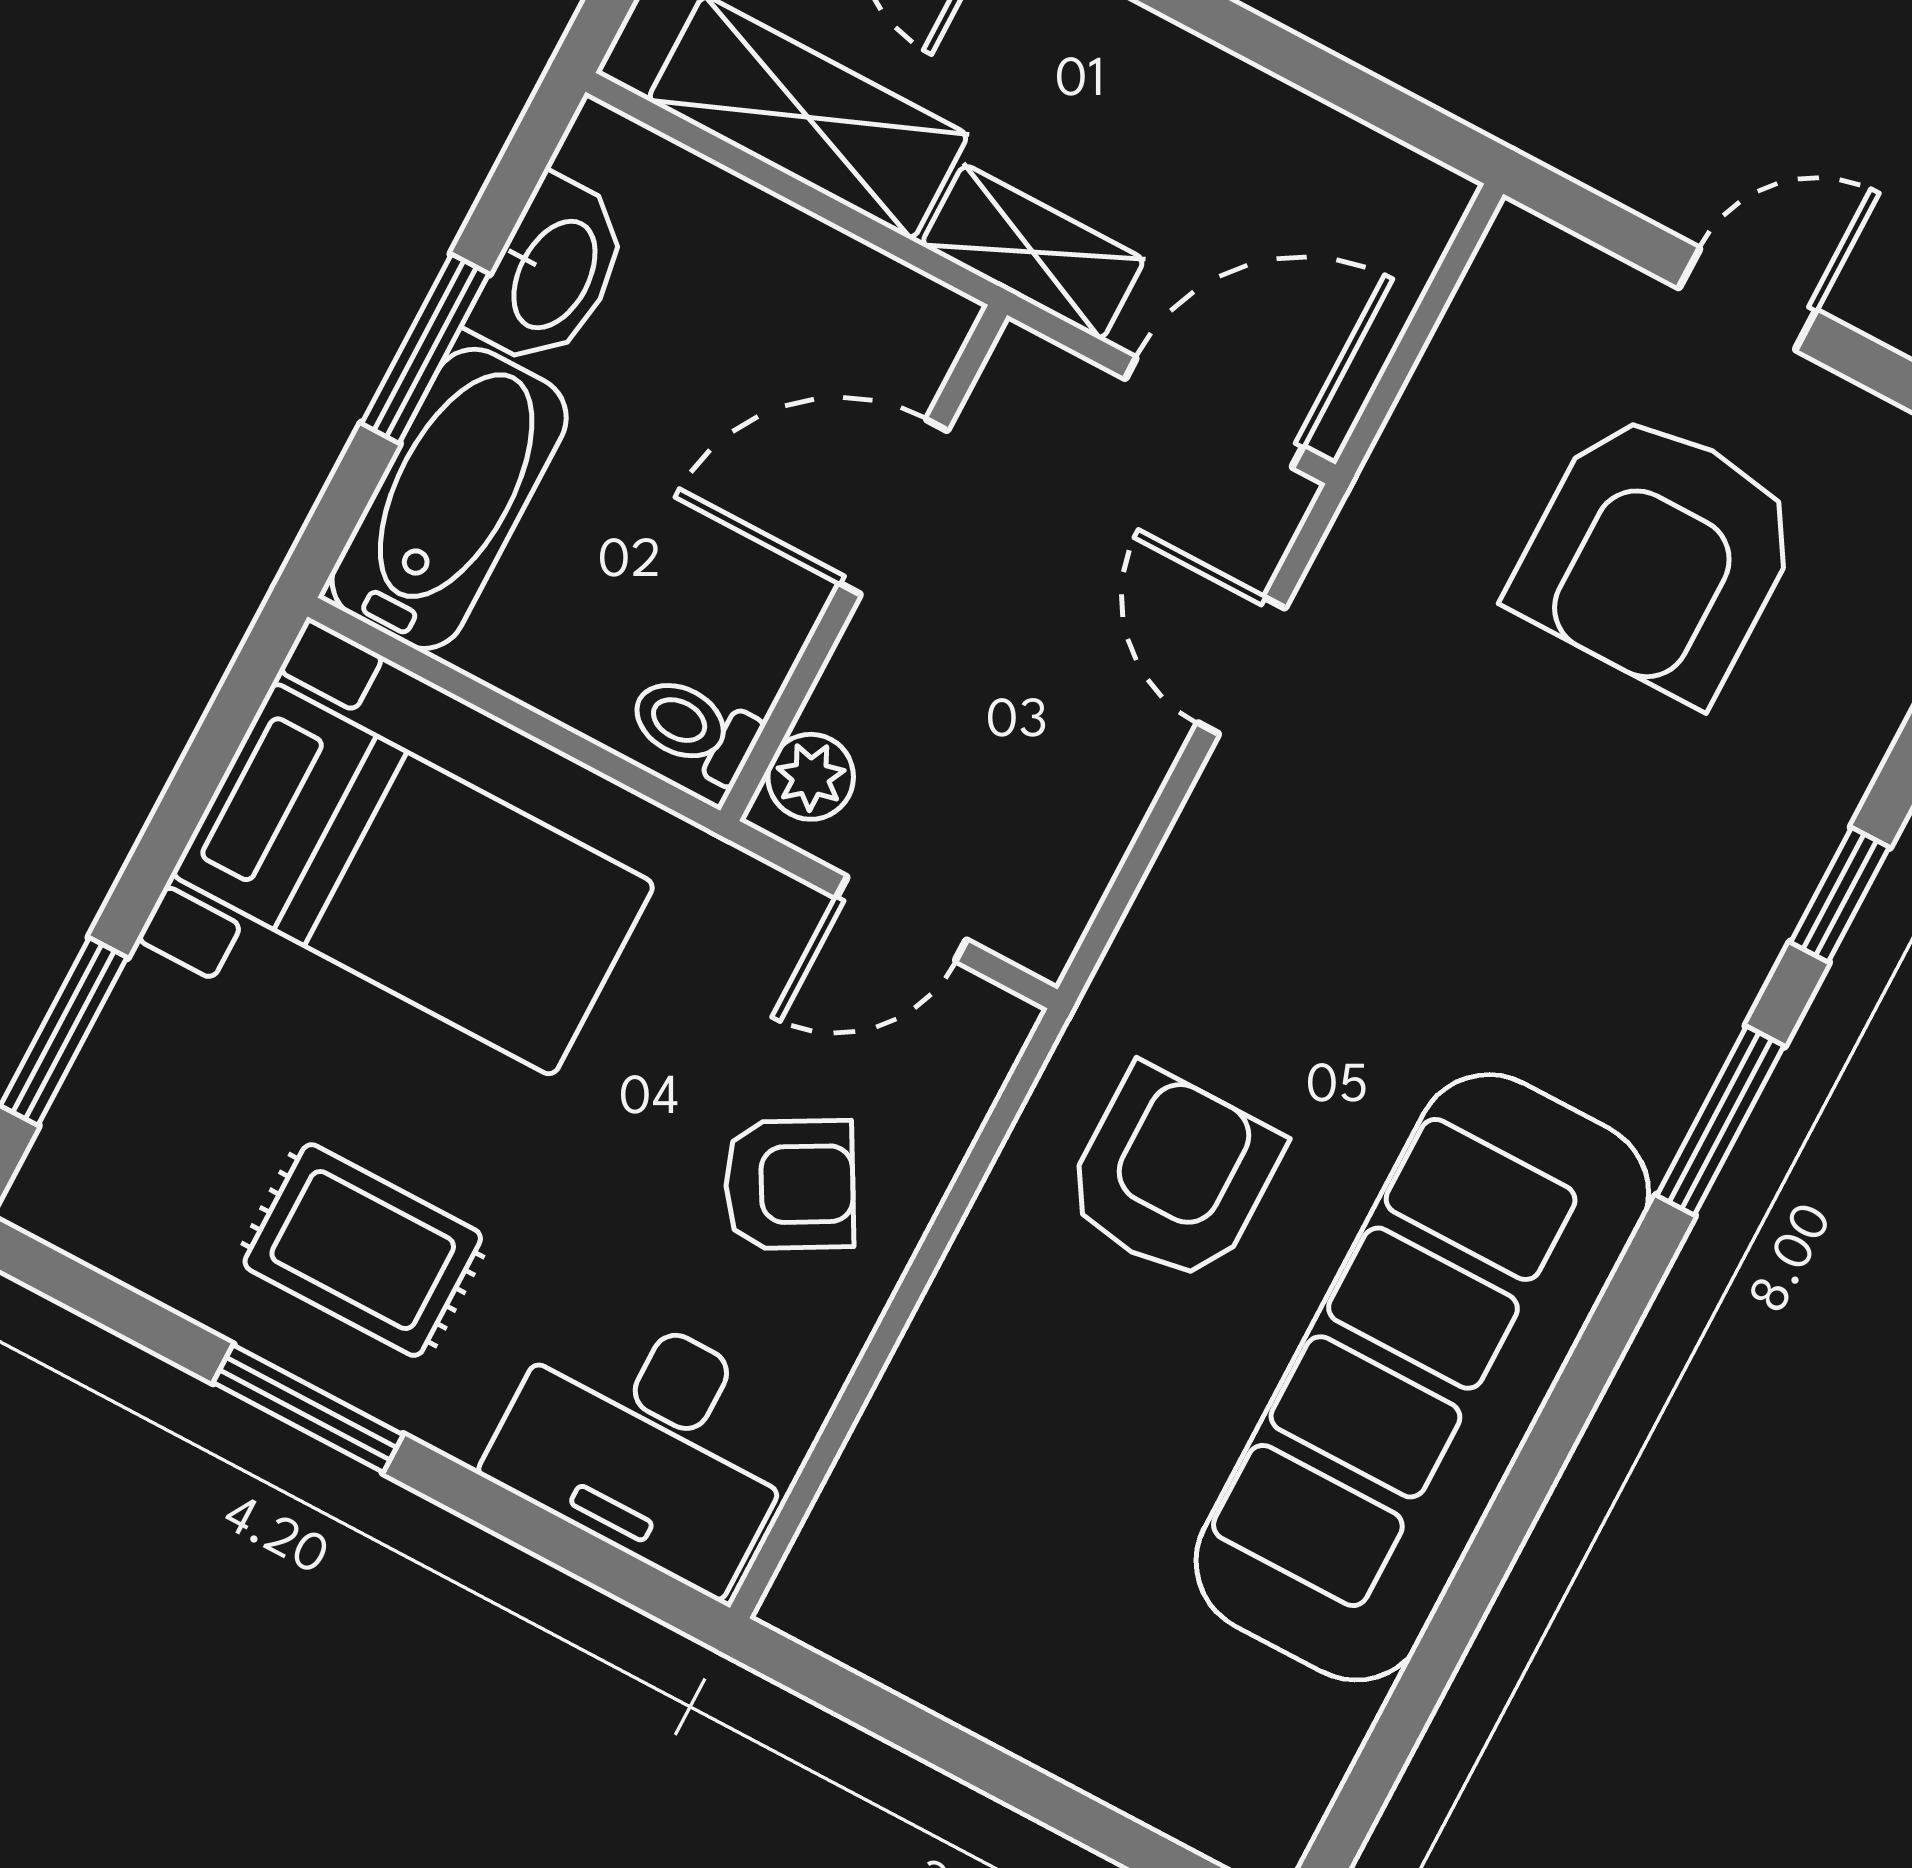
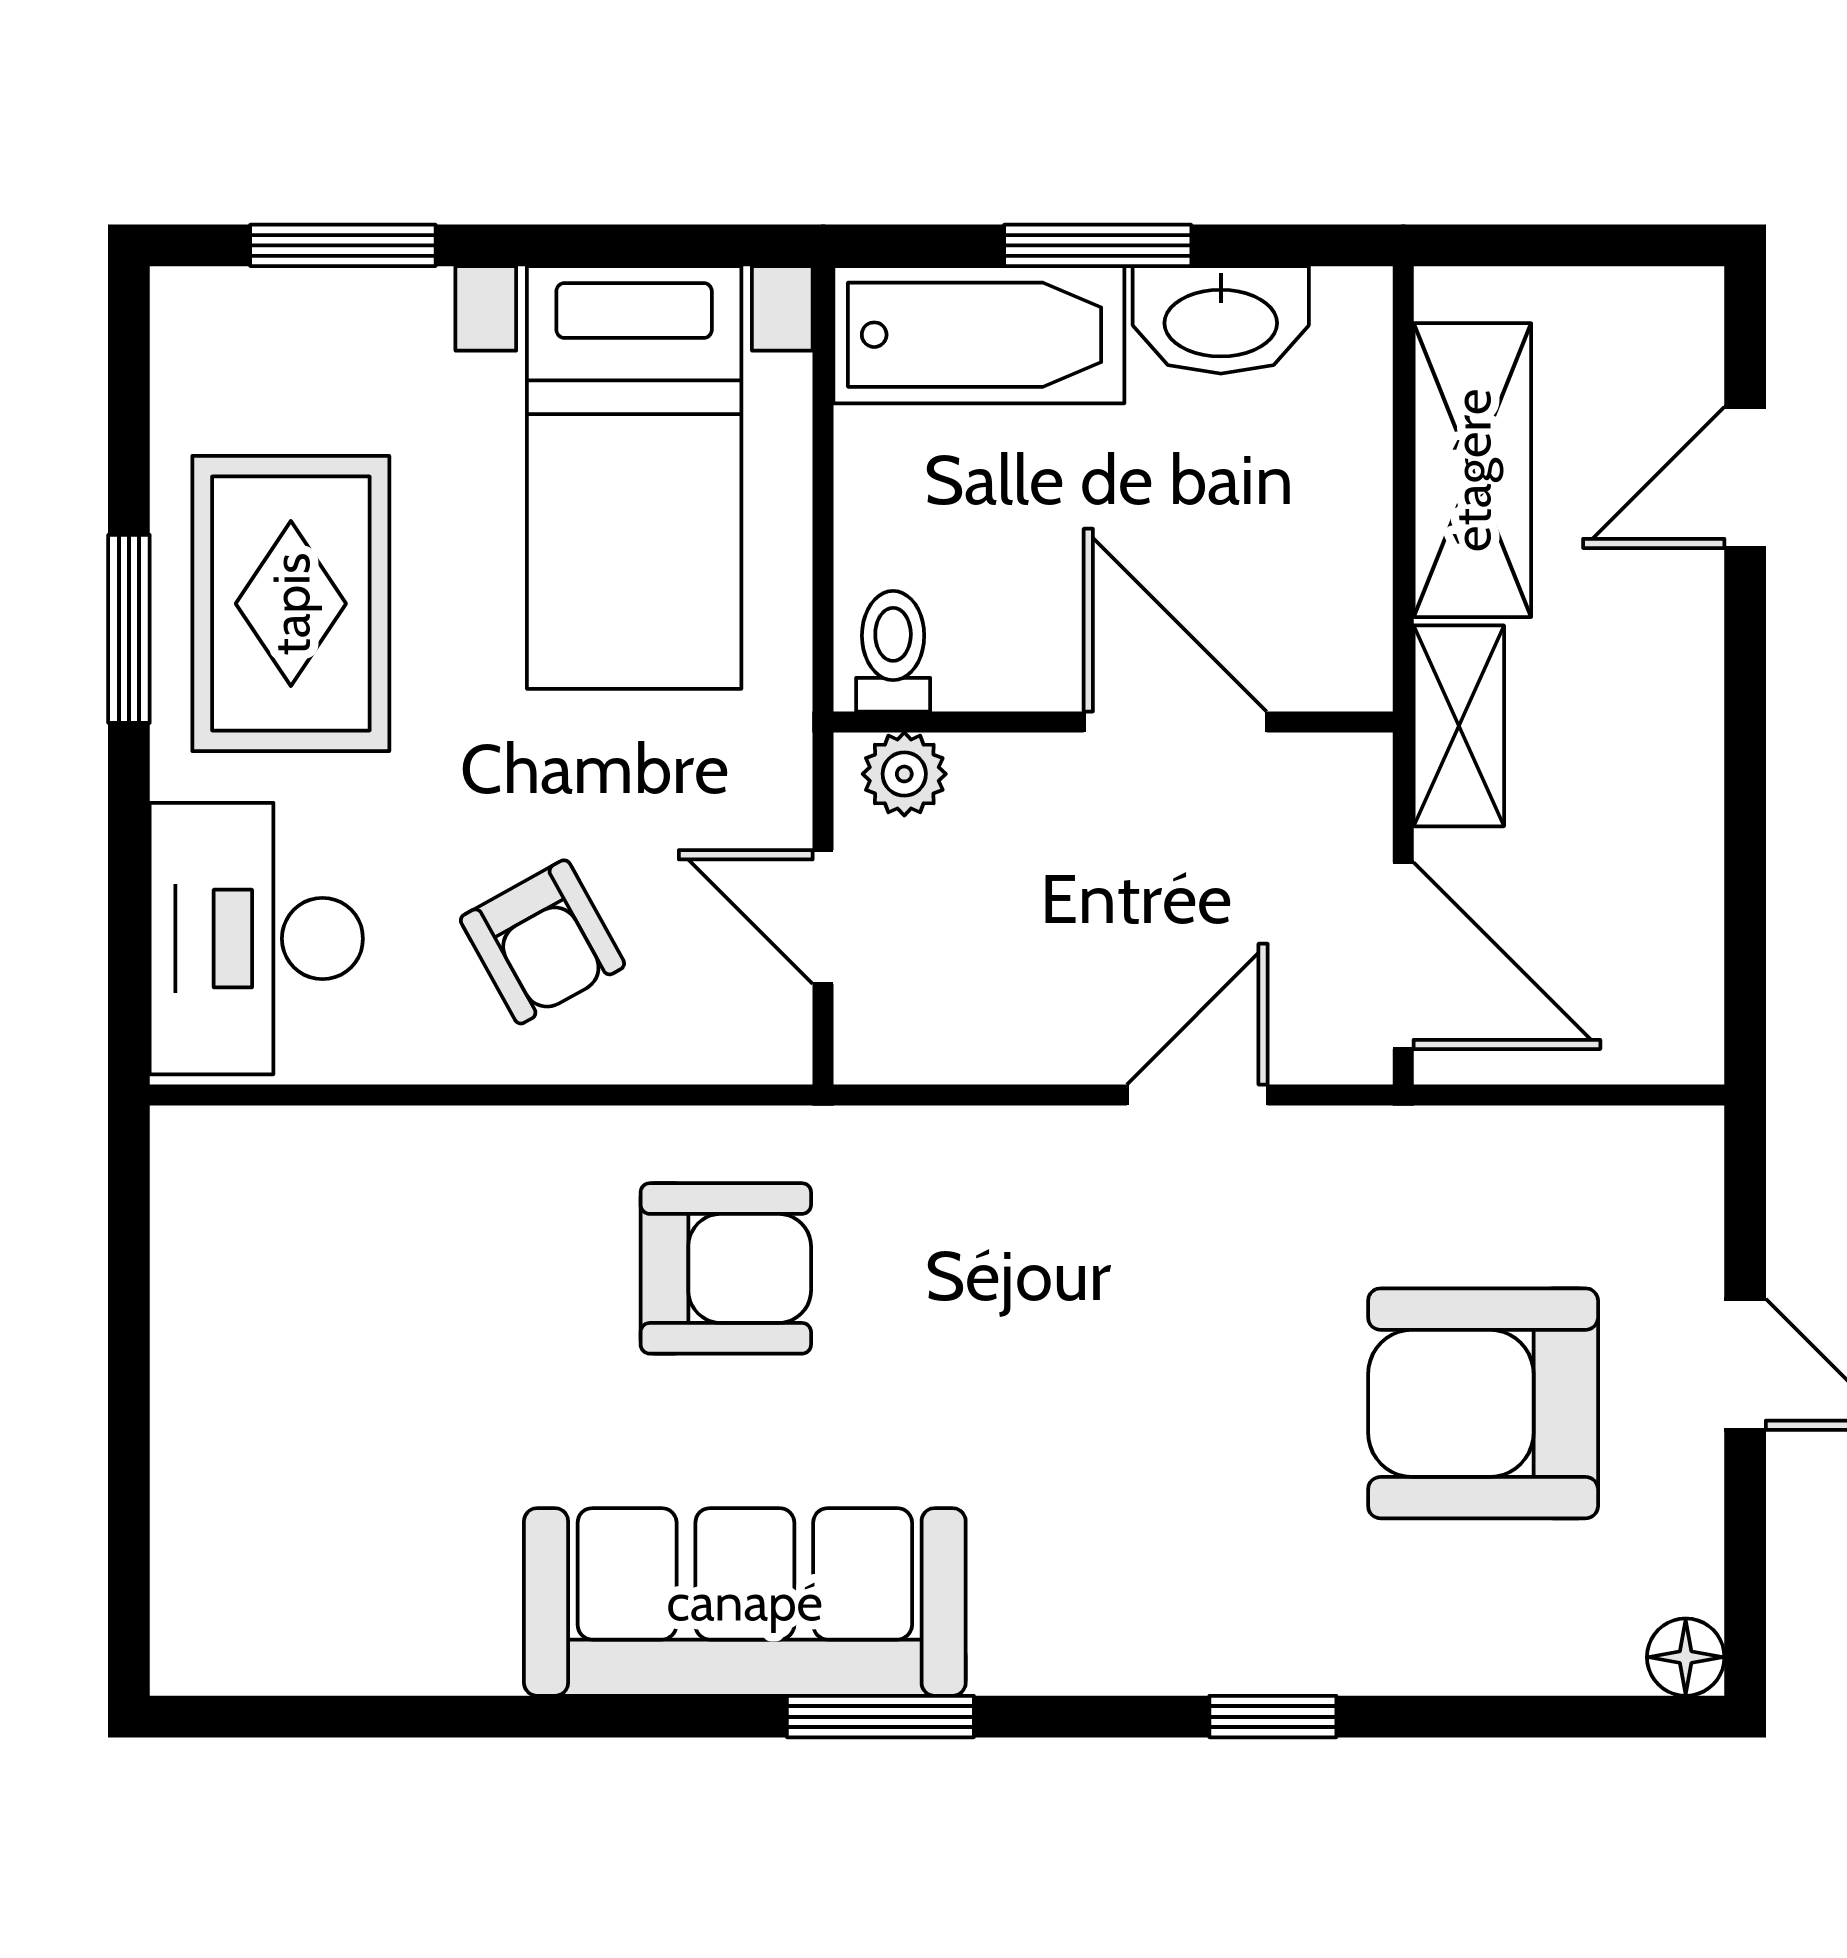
window: (1720, 1121) -> (880, 1717), moved
rug: (363, 1250) -> (291, 604), width x1.36, depth x1.43
sofa: (1422, 1377) -> (745, 1602), width x0.74, depth x0.79

